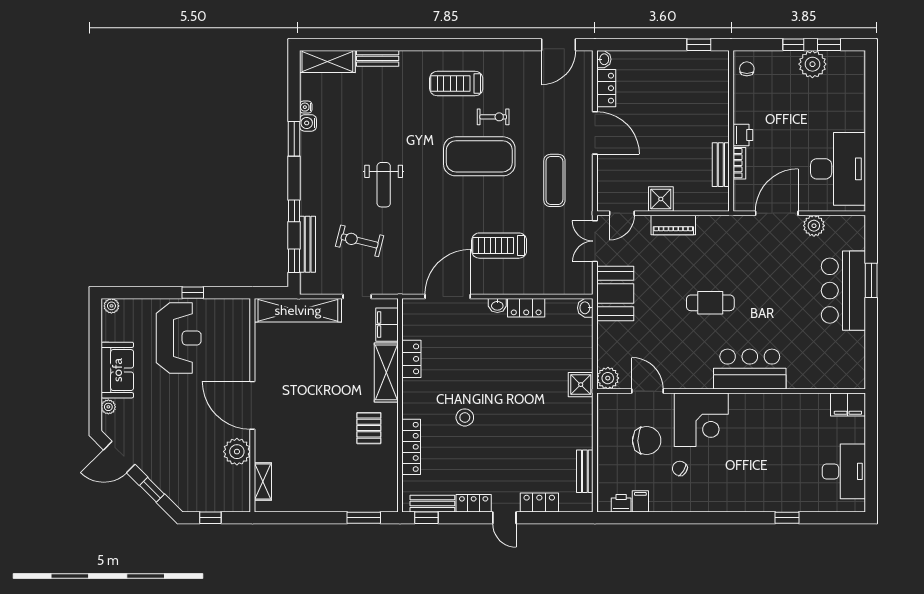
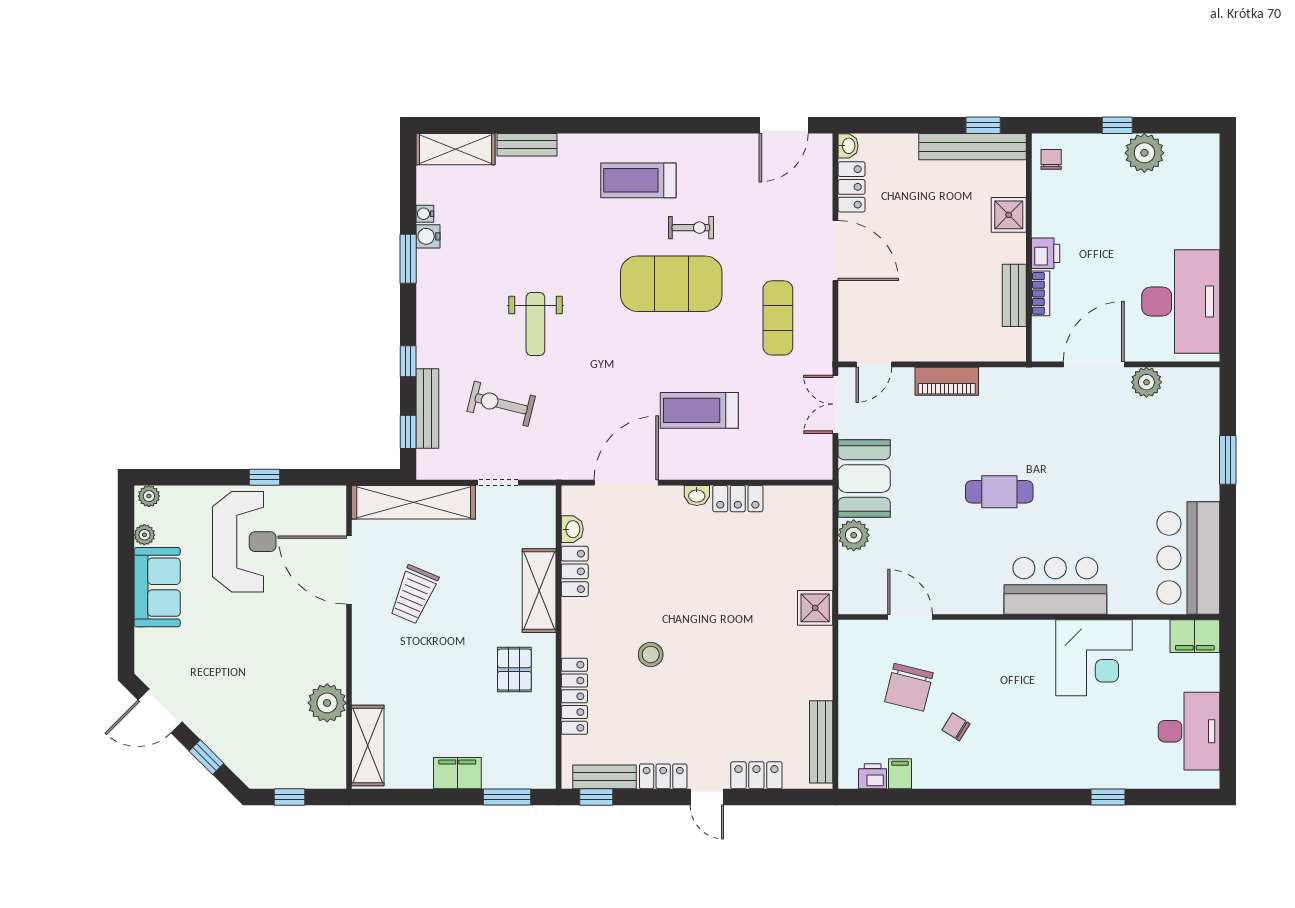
window: (829, 45) -> (1168, 125), removed
bench: (691, 60) -> (973, 147), added
shower: (661, 199) -> (1009, 215), moved
bar counter: (843, 291) -> (1188, 558), moved
washbasin: (585, 308) -> (572, 529), moved, turned 180
filing cabinet: (387, 325) -> (457, 773), moved, turned 90
trolley: (298, 375) -> (414, 595), added
plant: (608, 378) -> (854, 535), moved
door: (252, 405) -> (349, 570), moved
plant: (108, 407) -> (144, 535), moved
corner desk: (701, 420) -> (1094, 658), moved
chair: (647, 441) -> (909, 687), turned 104
bench: (585, 471) -> (821, 742), width x1.36
shelving: (263, 482) -> (368, 745), width x1.50, depth x1.33

